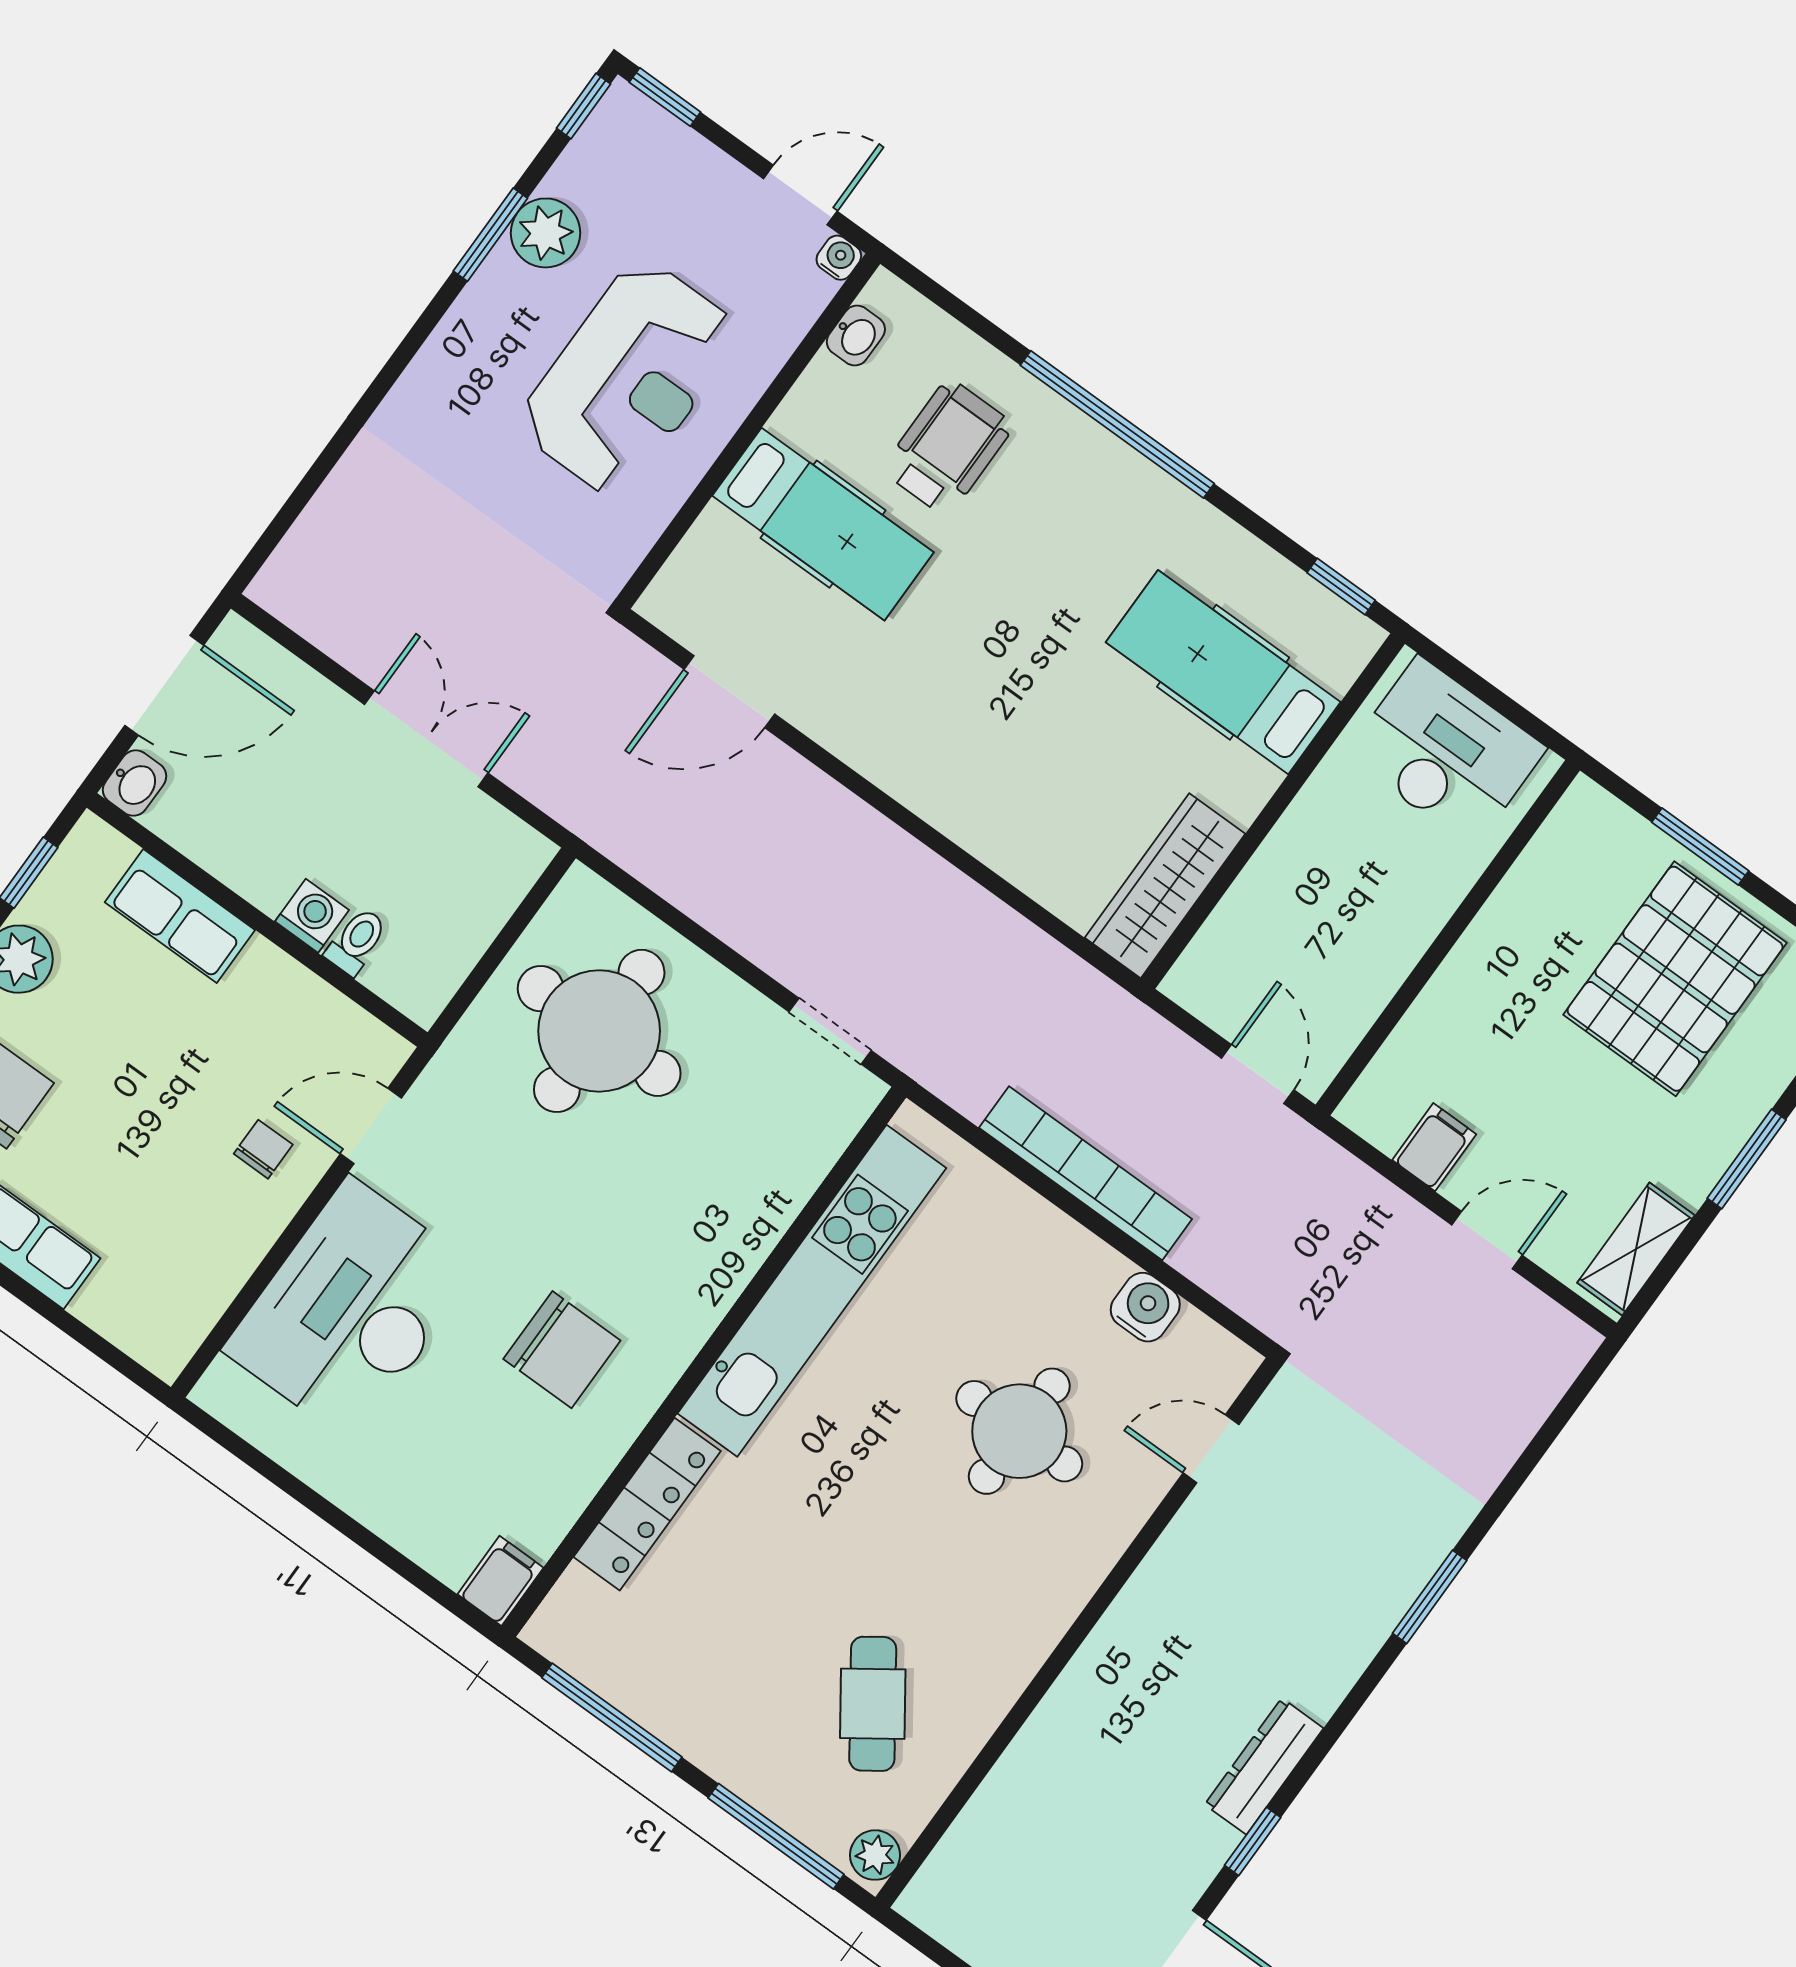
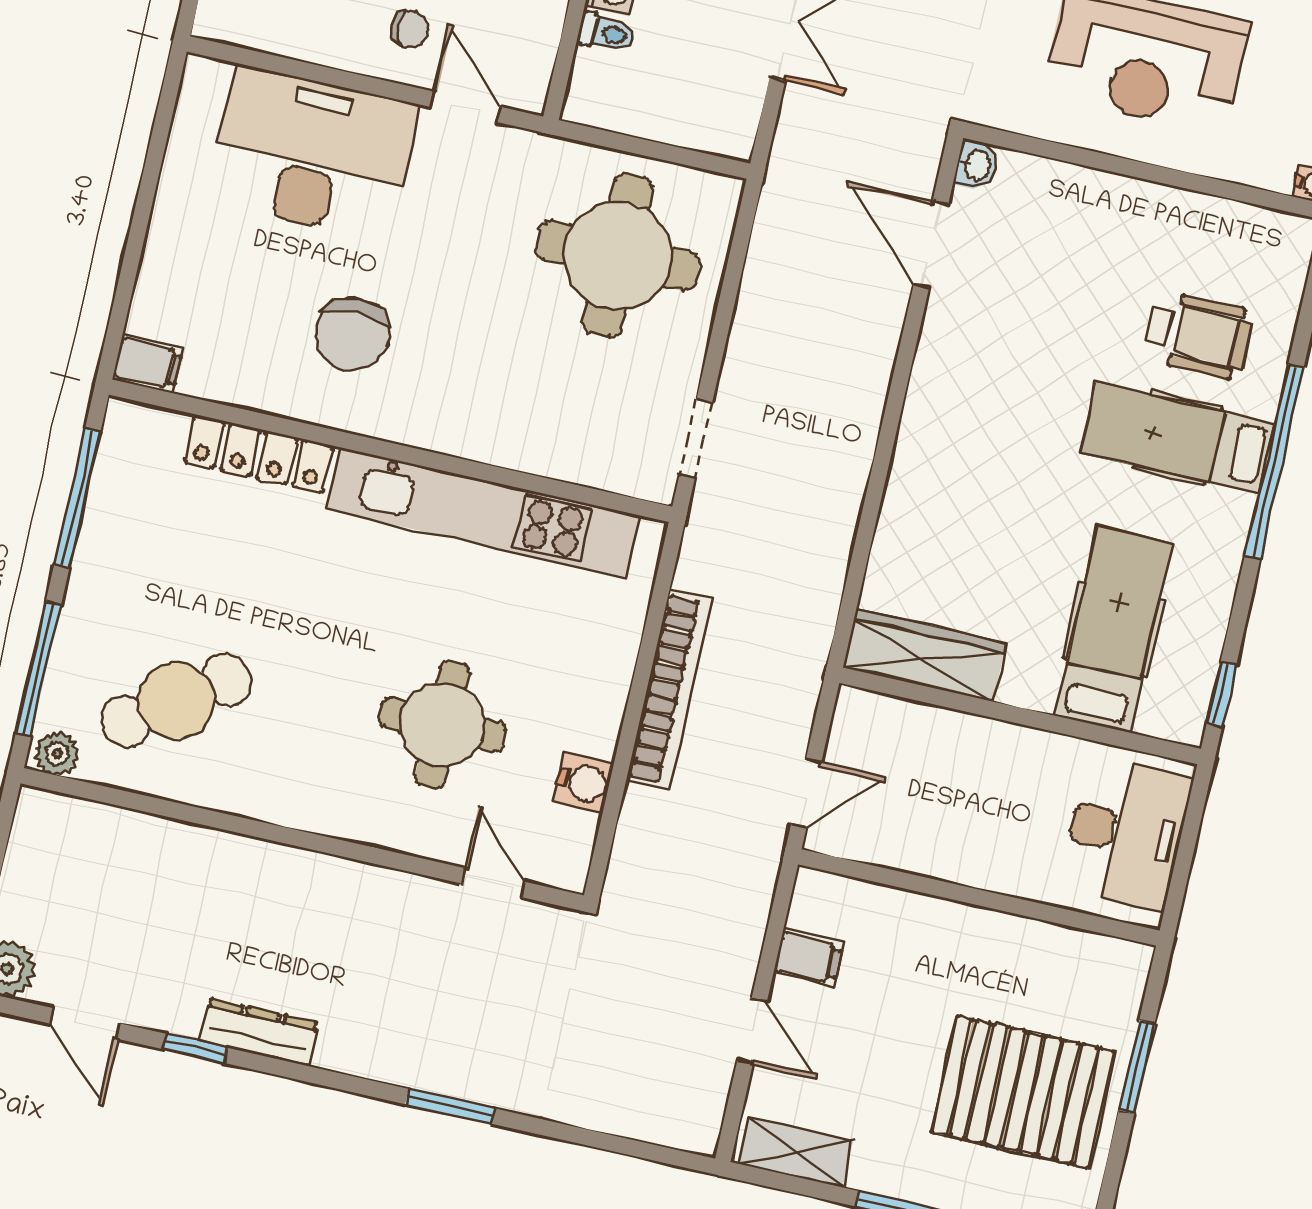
washbasin: (856, 336) -> (977, 165), moved, turned -90
hospital bed: (823, 524) -> (1178, 438), moved, turned 90
cafe table: (873, 1704) -> (176, 701), width x1.37, depth x1.35

